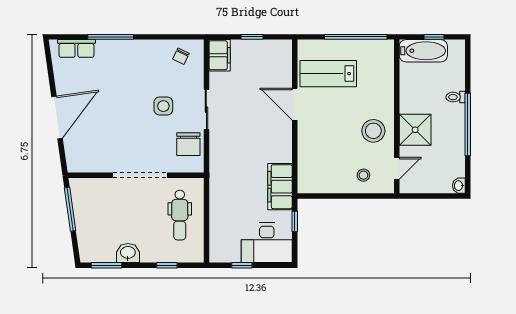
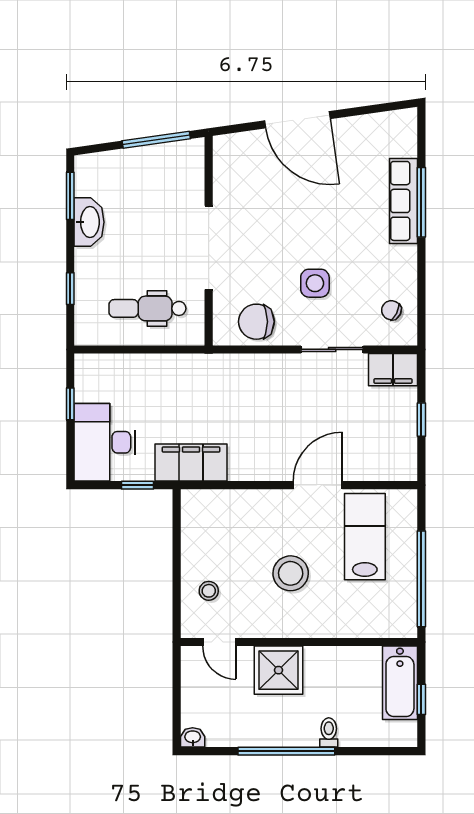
row of seats: (76, 48) -> (403, 201), moved, width x1.48
sliding door: (206, 110) -> (332, 349), moved
stool: (373, 131) -> (291, 573), moved
washbasin: (128, 253) -> (89, 222), width x1.38

